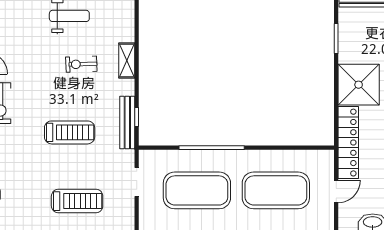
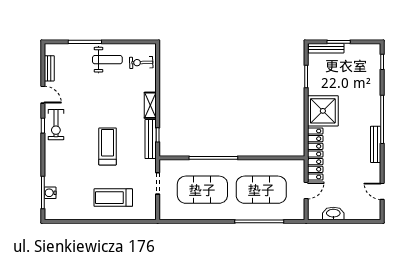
shelving: (127, 60) -> (150, 105), moved
exercise bike: (81, 64) -> (141, 63), moved
treadmill: (70, 132) -> (108, 146), turned -90
treadmill: (77, 201) -> (113, 198), turned 180

